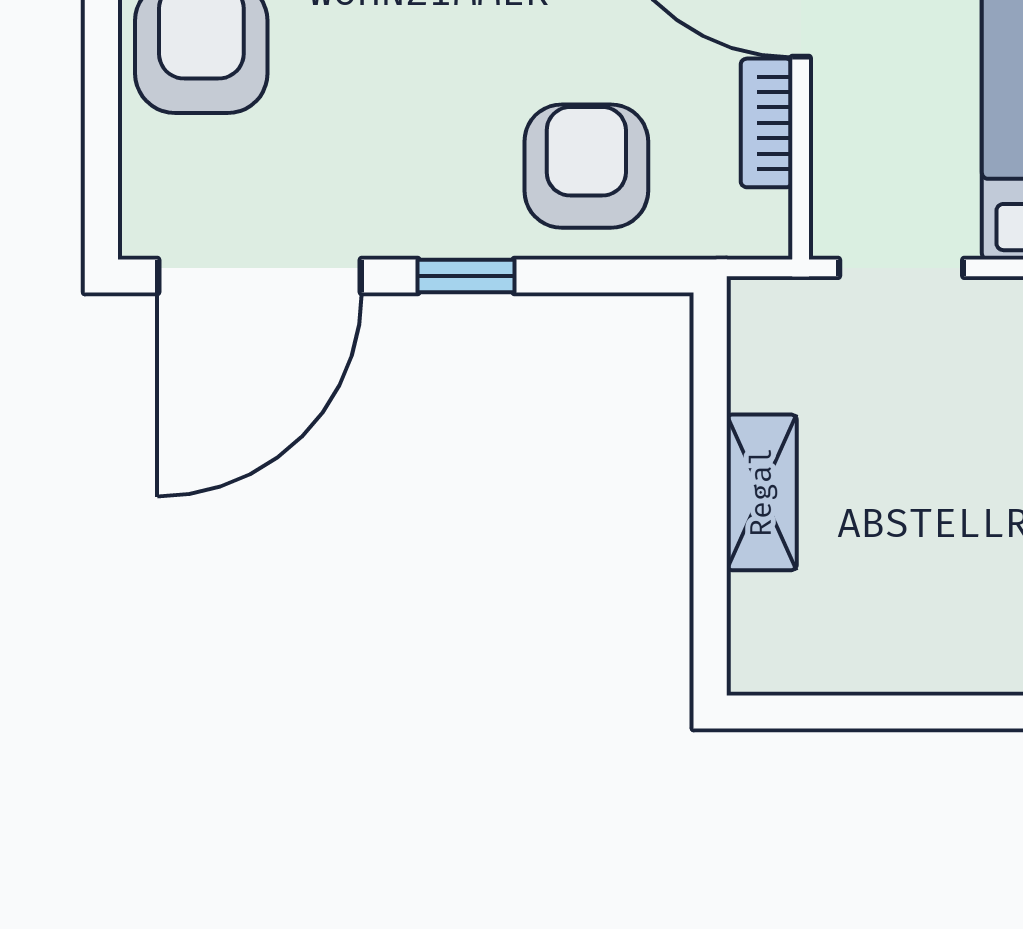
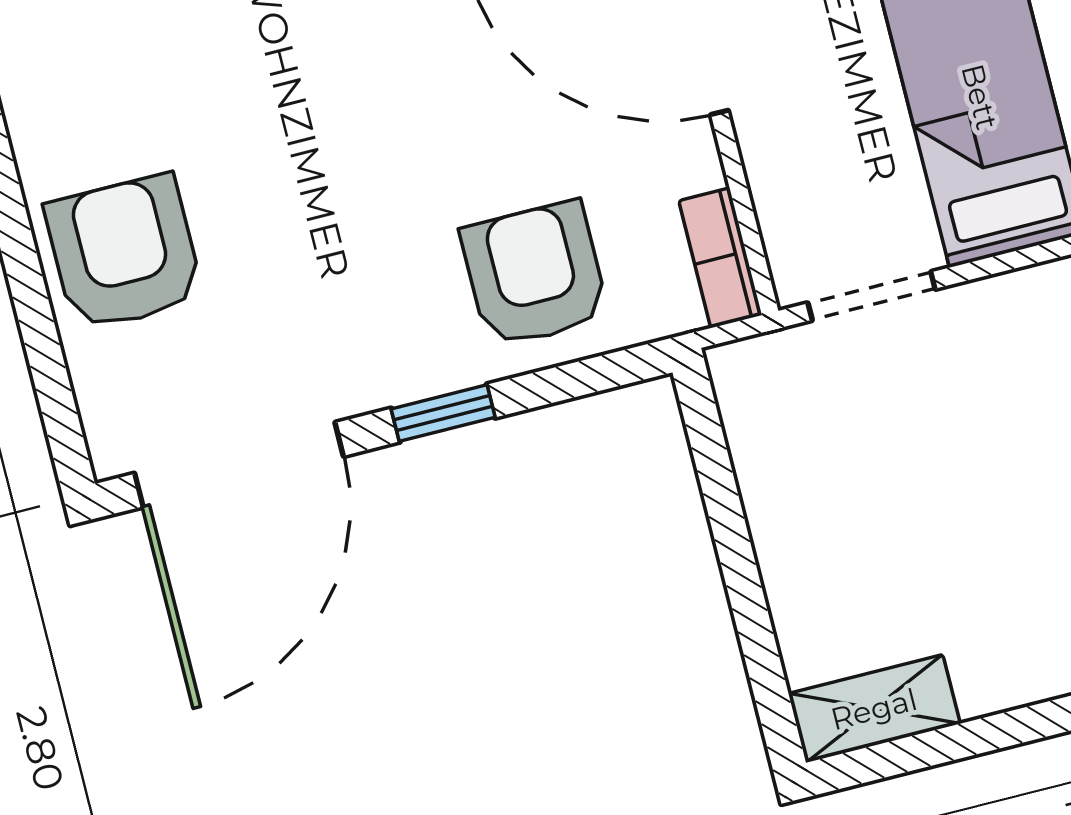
bookcase: (767, 123) -> (720, 258), moved
shelving: (762, 492) -> (874, 709), moved, turned 90

